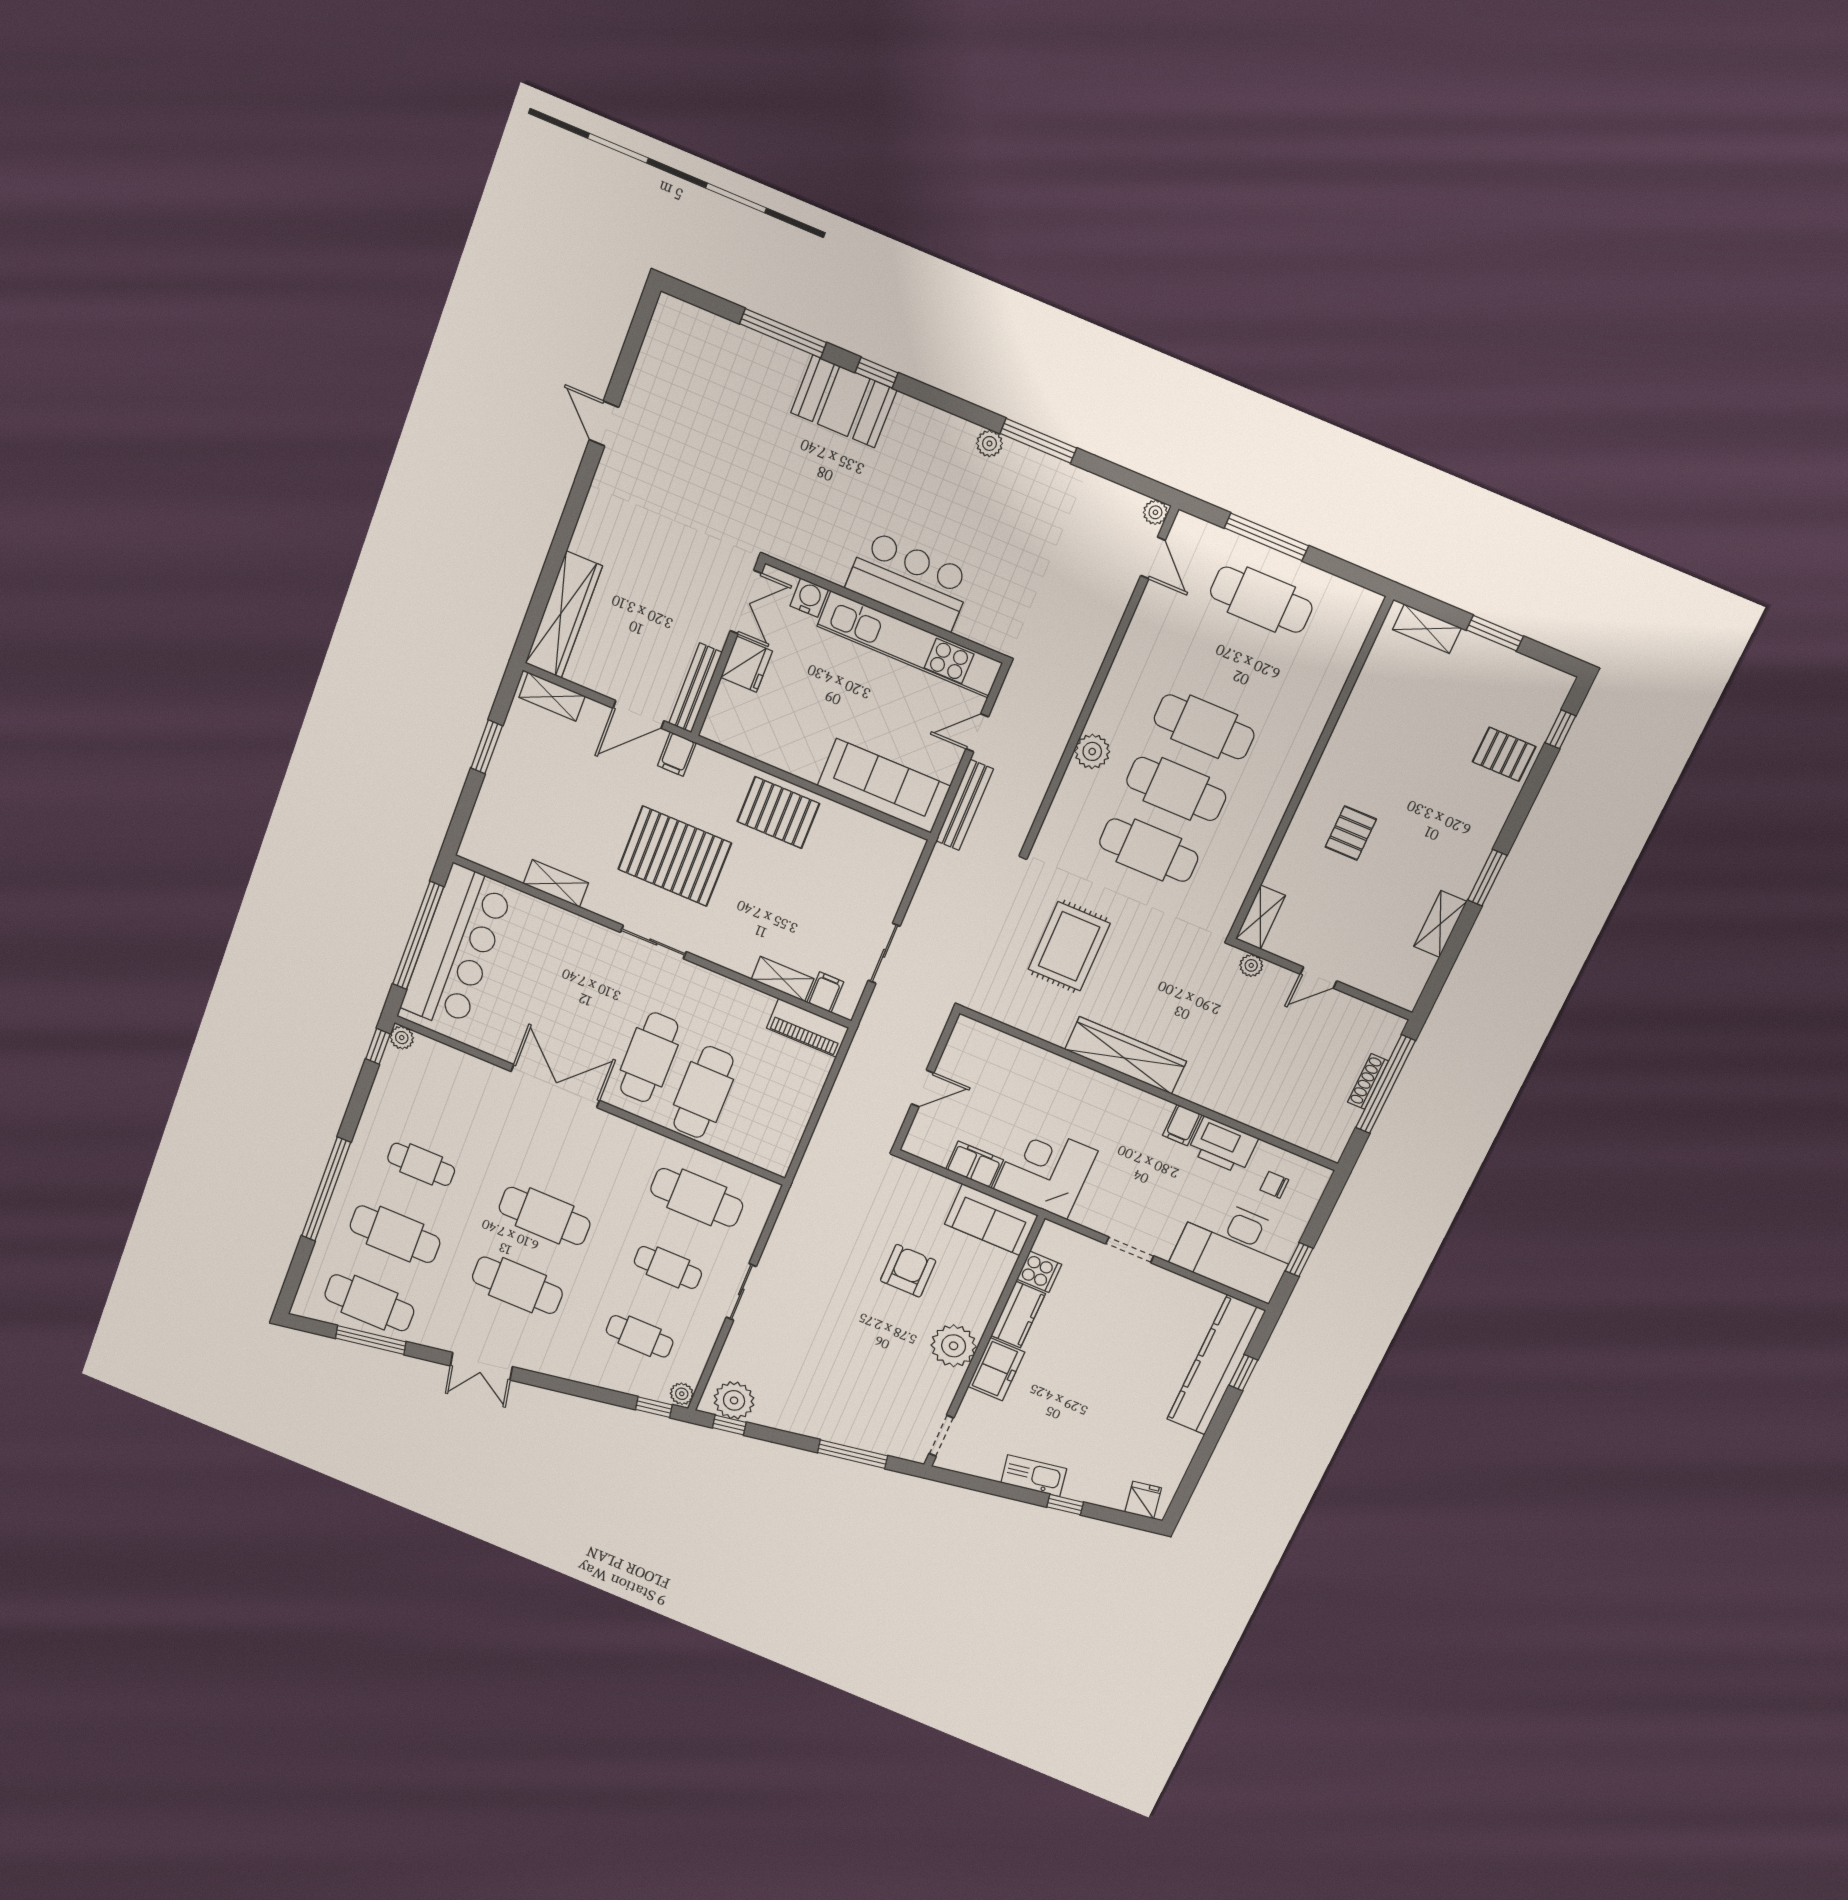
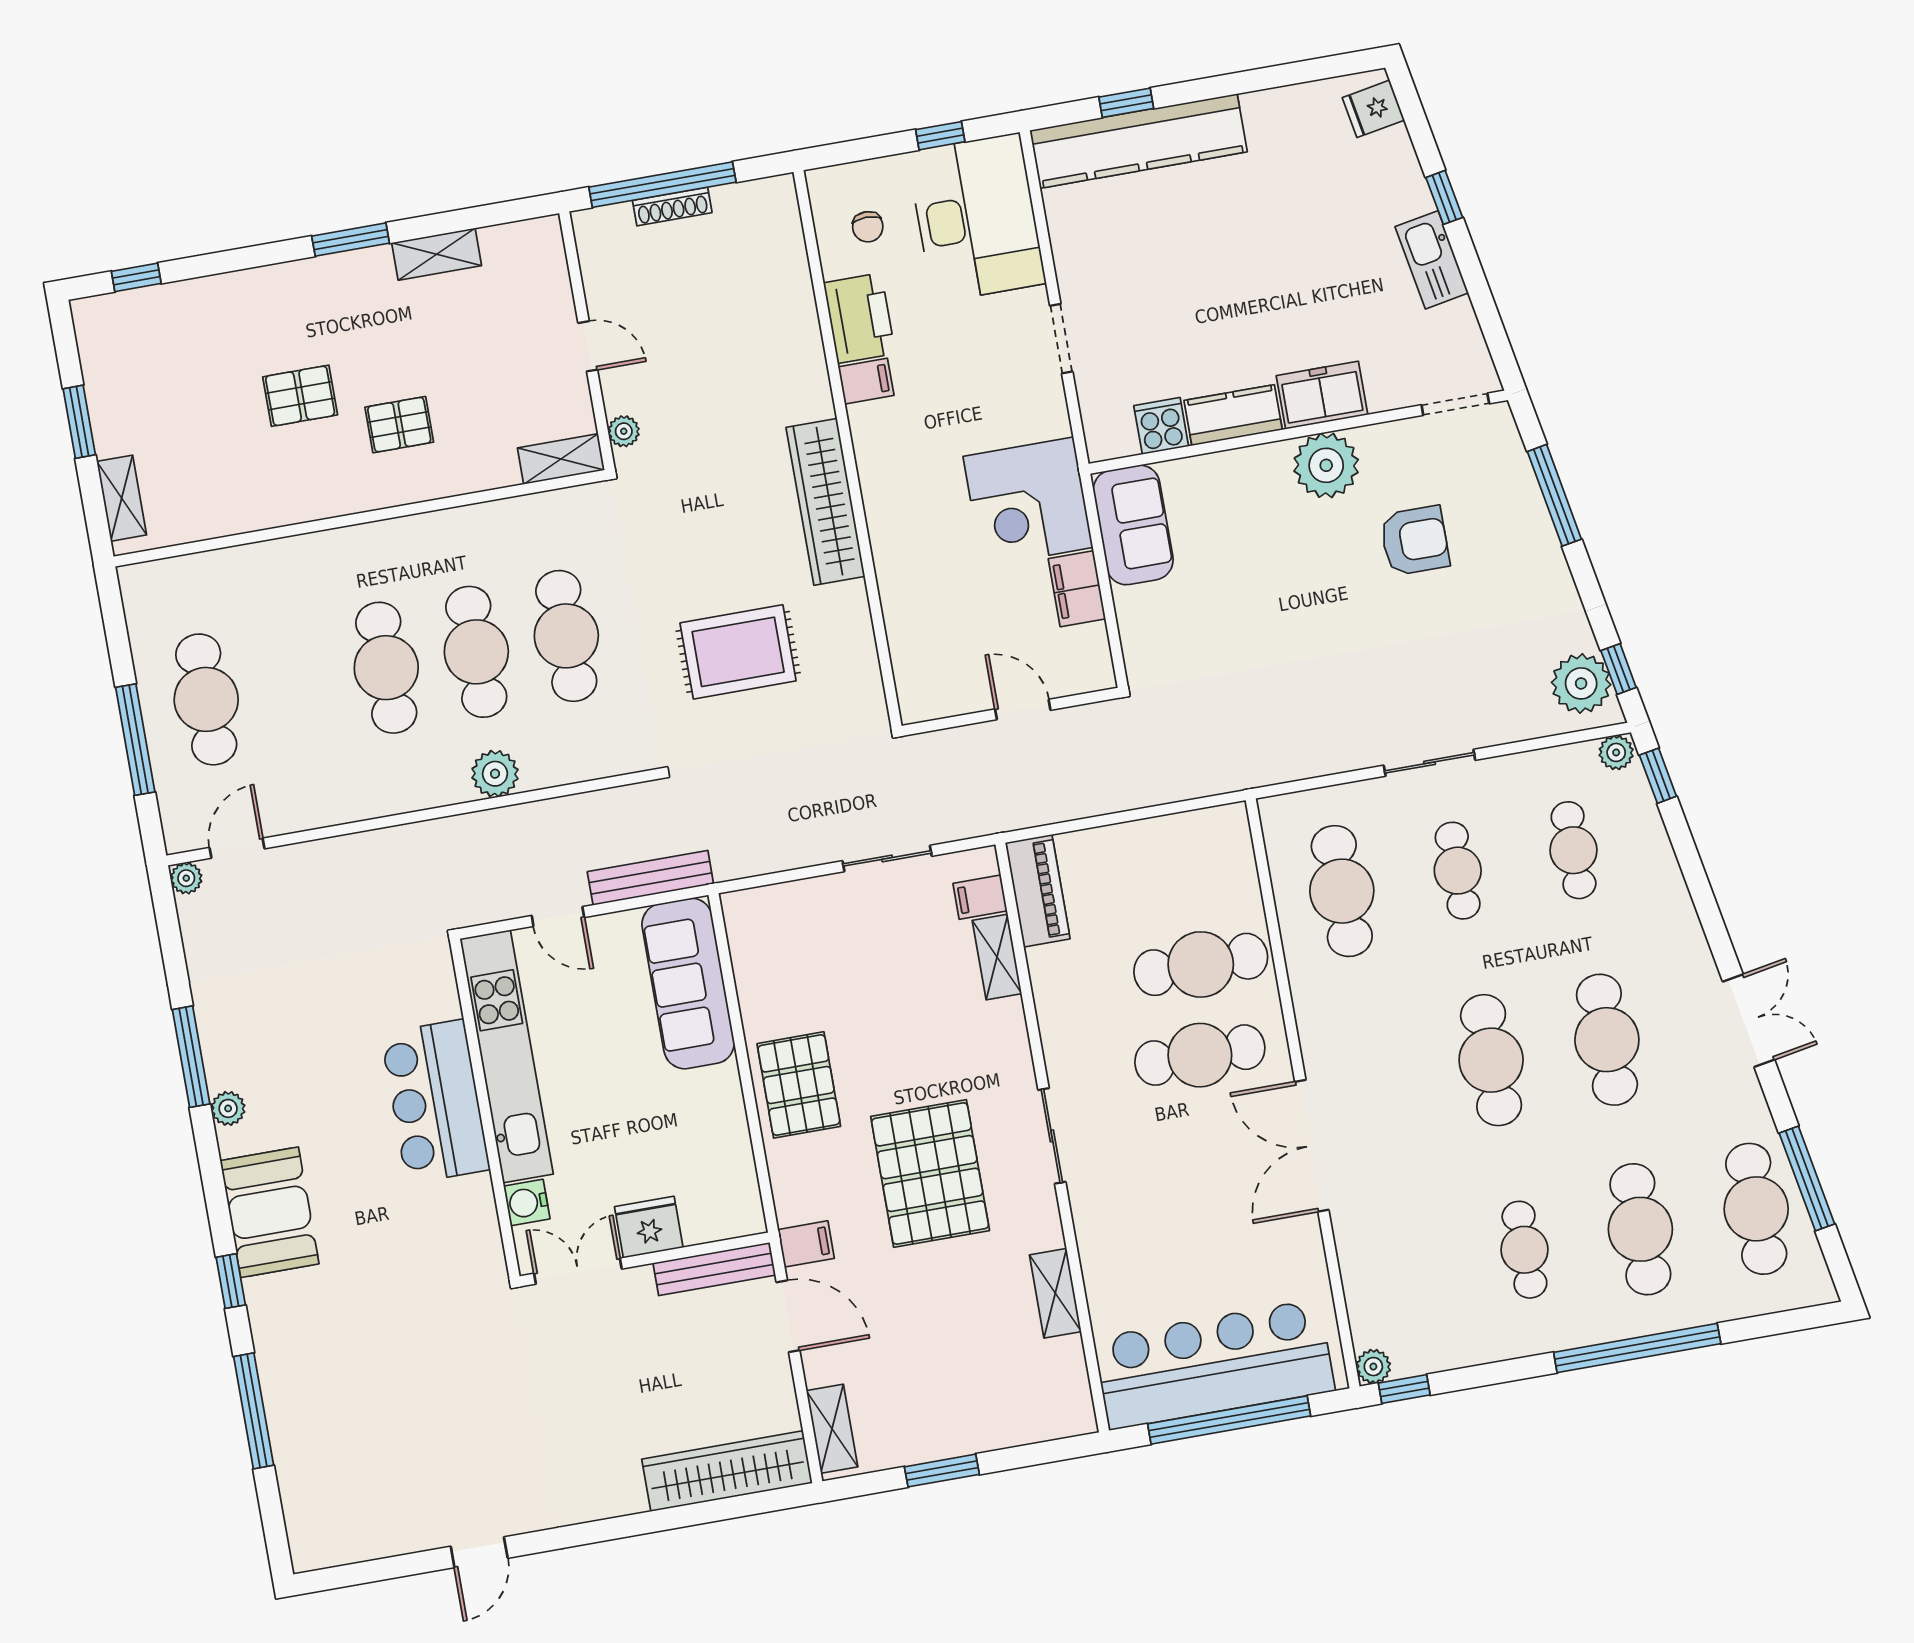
booth: (844, 401) -> (270, 1212), moved
pallet: (1504, 754) -> (300, 396), moved, turned 90
armchair: (908, 1271) -> (1415, 541), moved, turned 180

